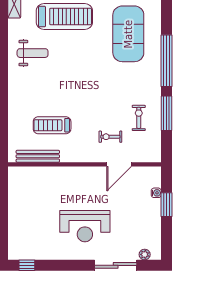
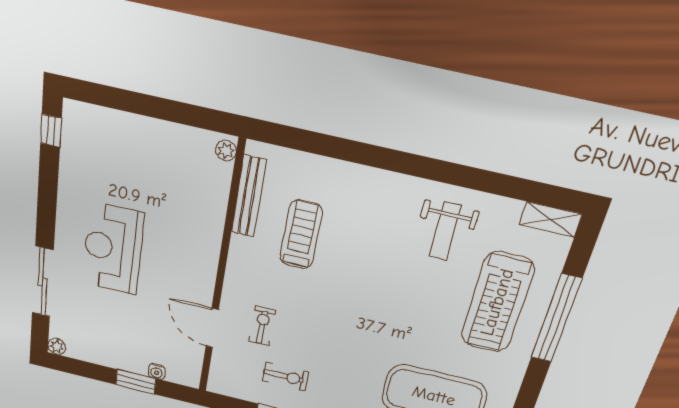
plant: (16, 172) -> (226, 151), added
plant: (145, 254) -> (57, 347), moved

